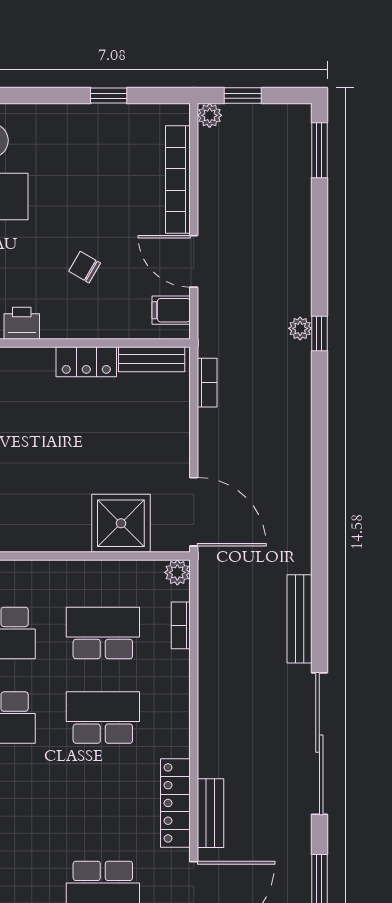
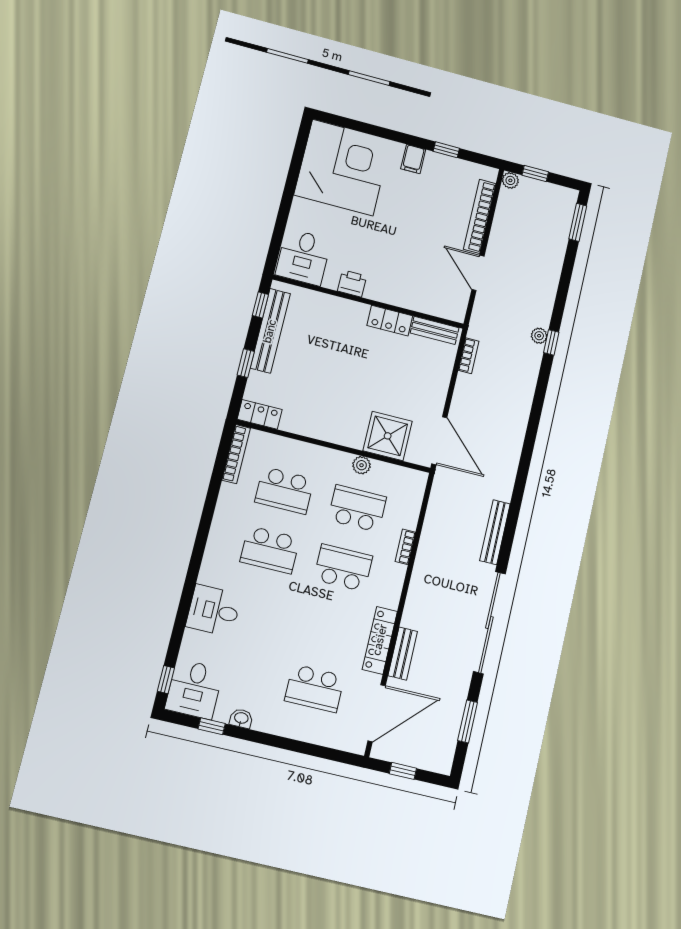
chair: (85, 267) -> (404, 257), removed
filing cabinet: (171, 310) -> (413, 159), moved, turned -90
plant: (177, 572) -> (362, 465), moved
bookcase: (181, 625) -> (405, 547), moved

